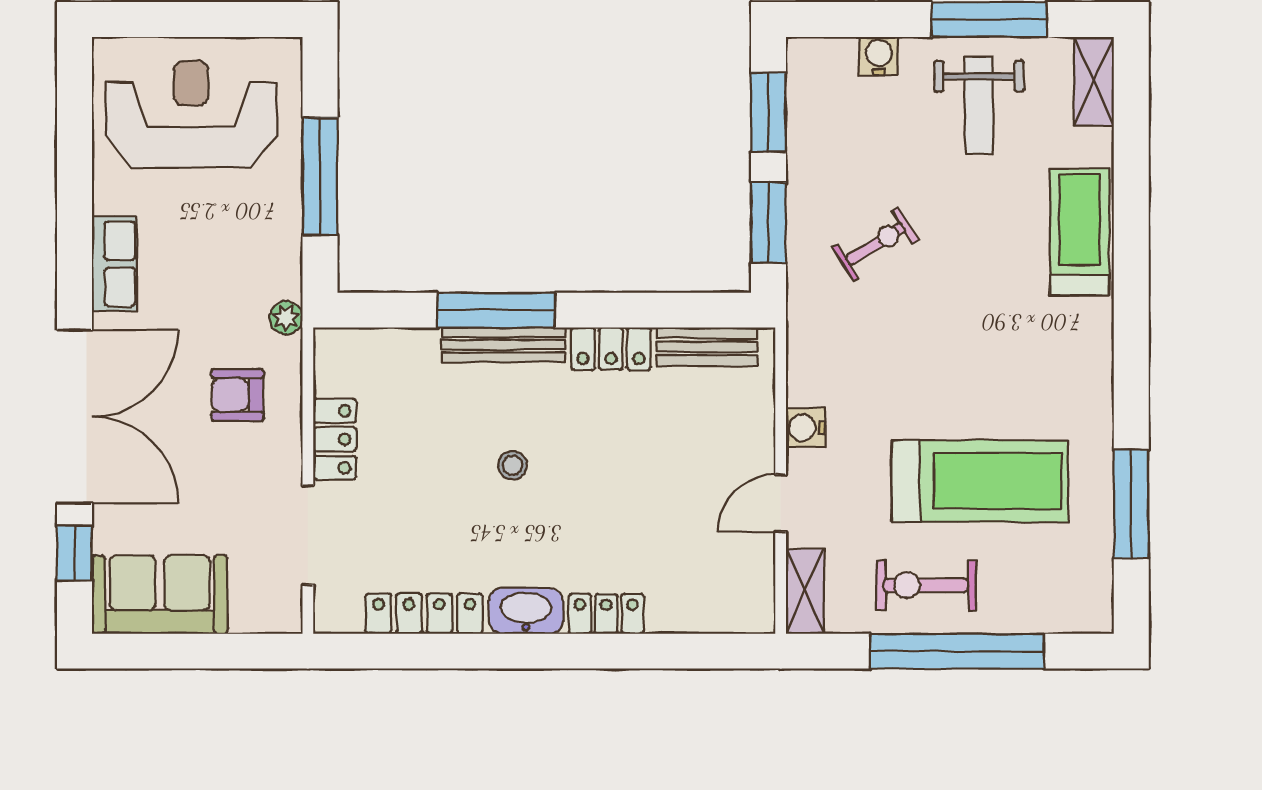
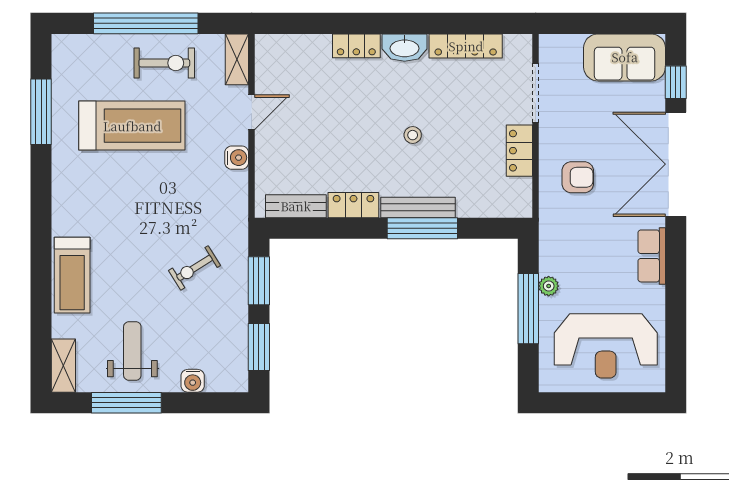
plant: (286, 318) -> (549, 286), moved
treadmill: (980, 481) -> (132, 126), turned 180

